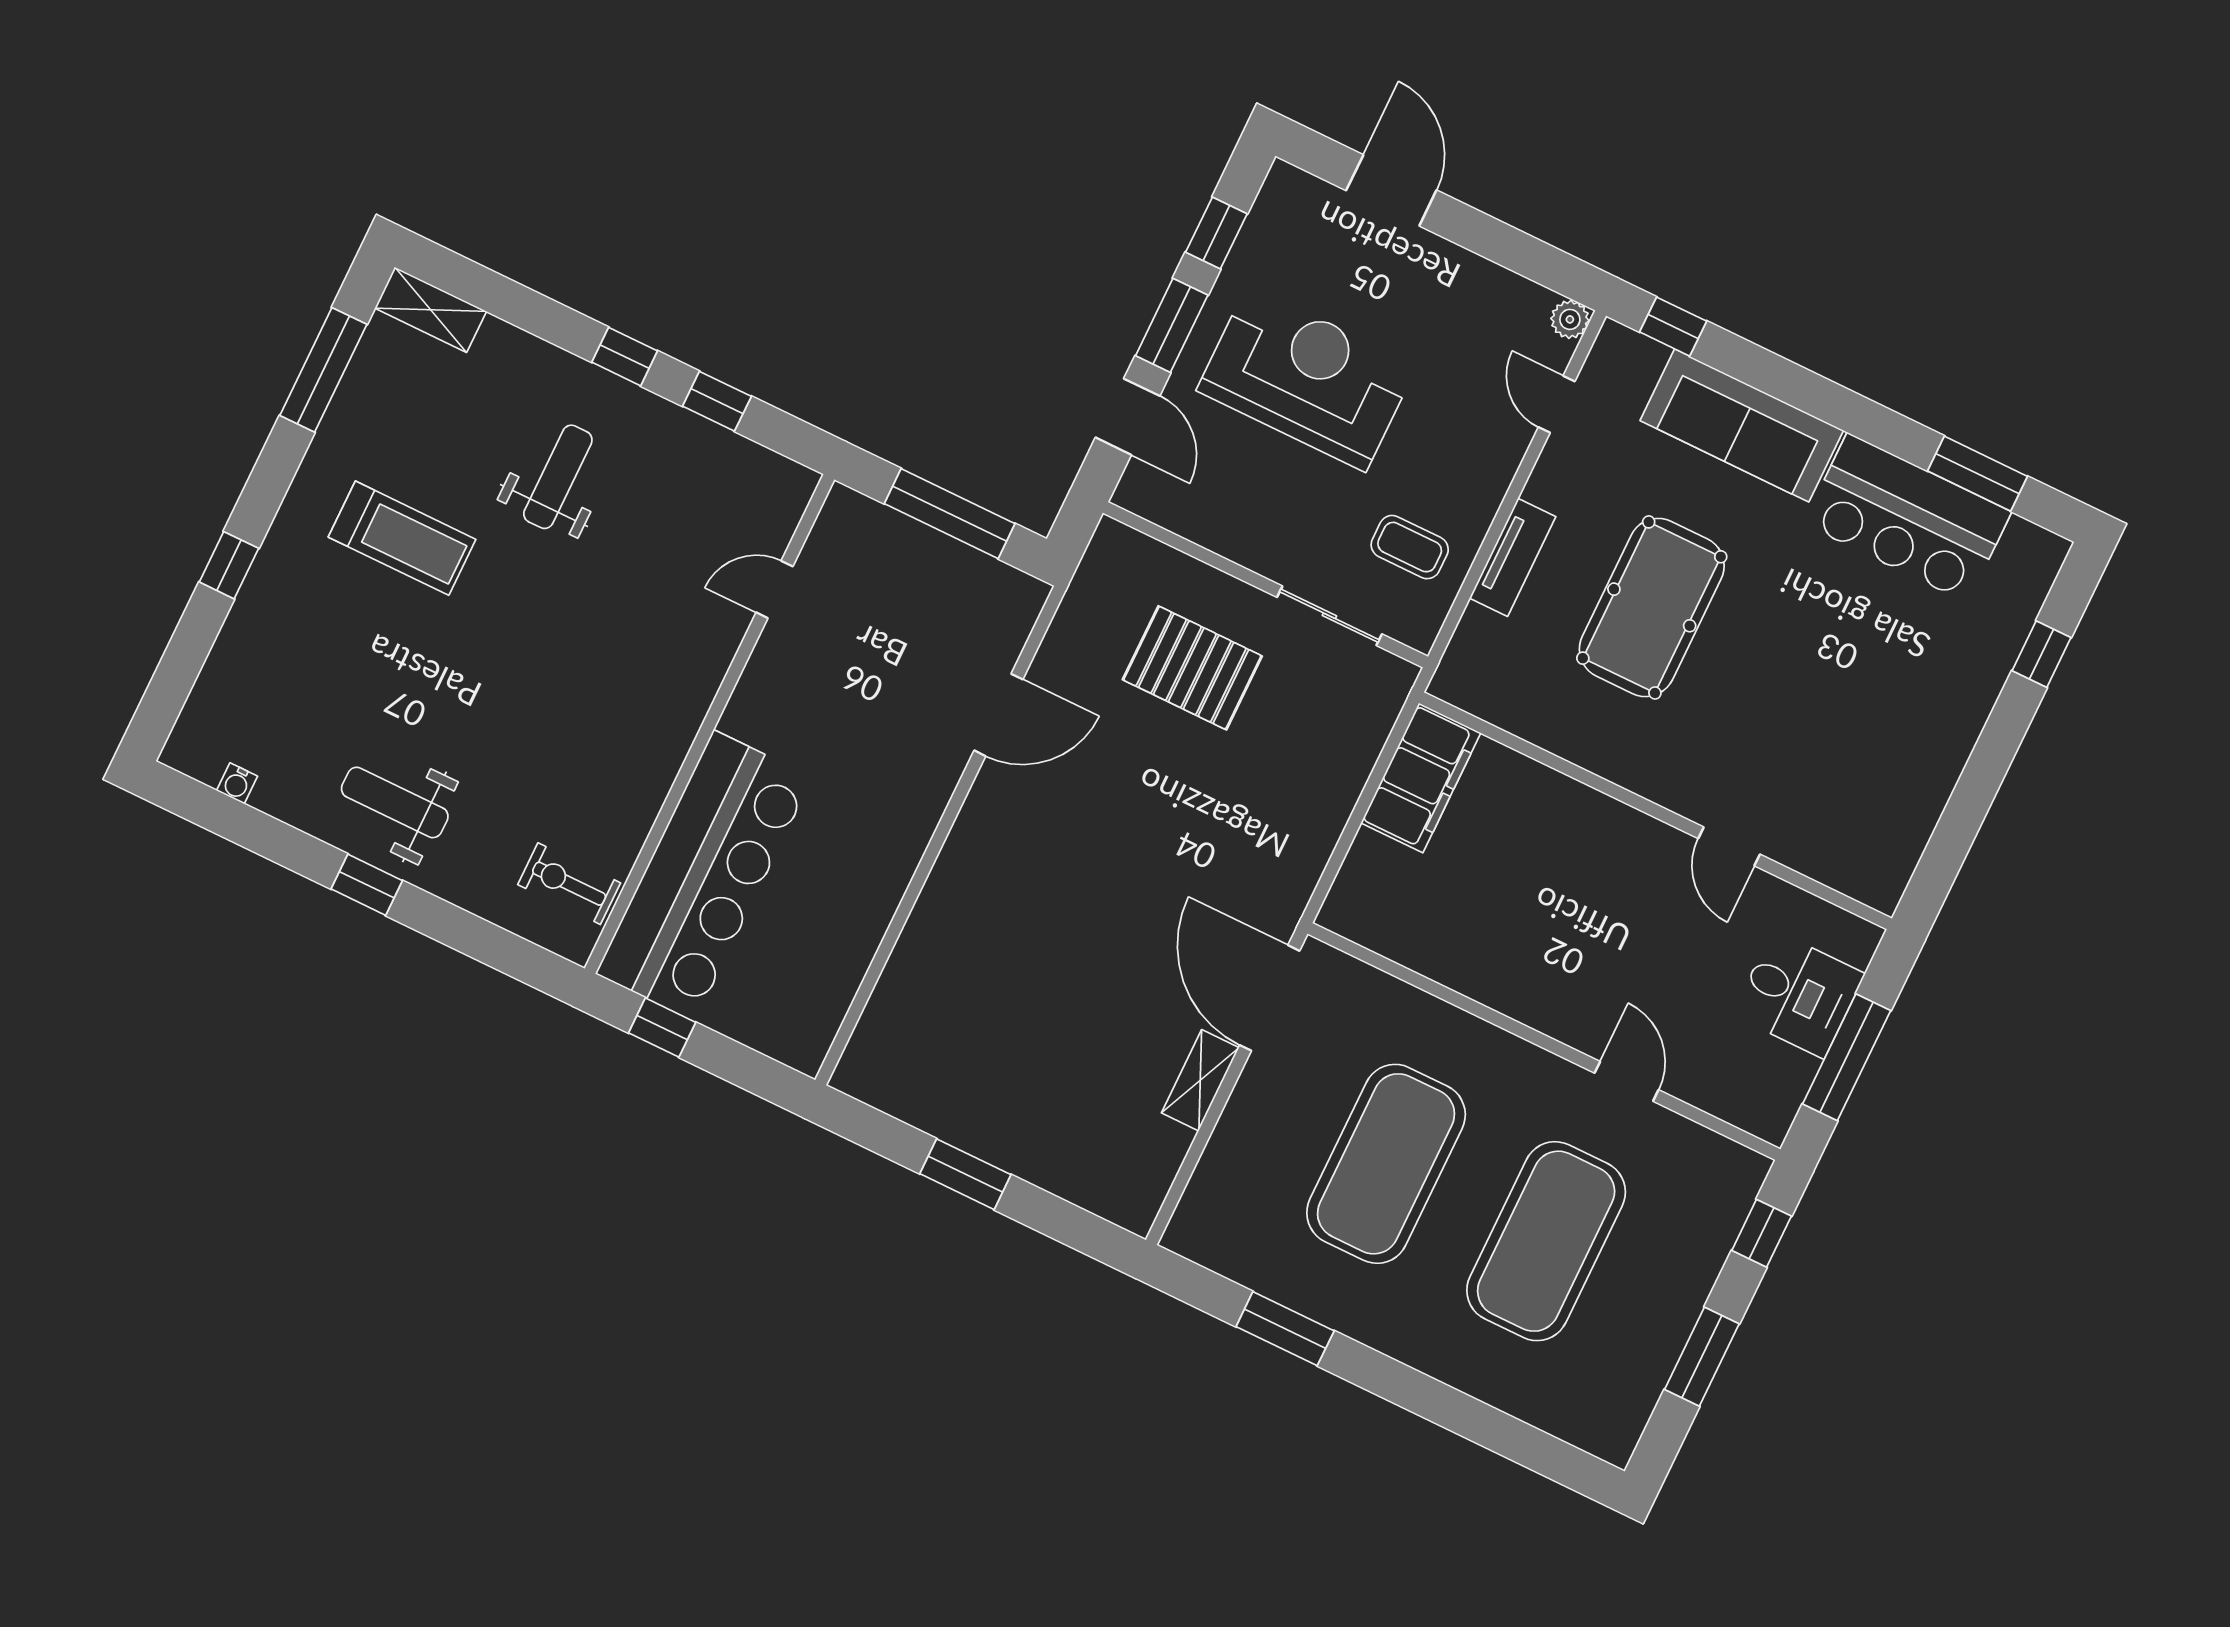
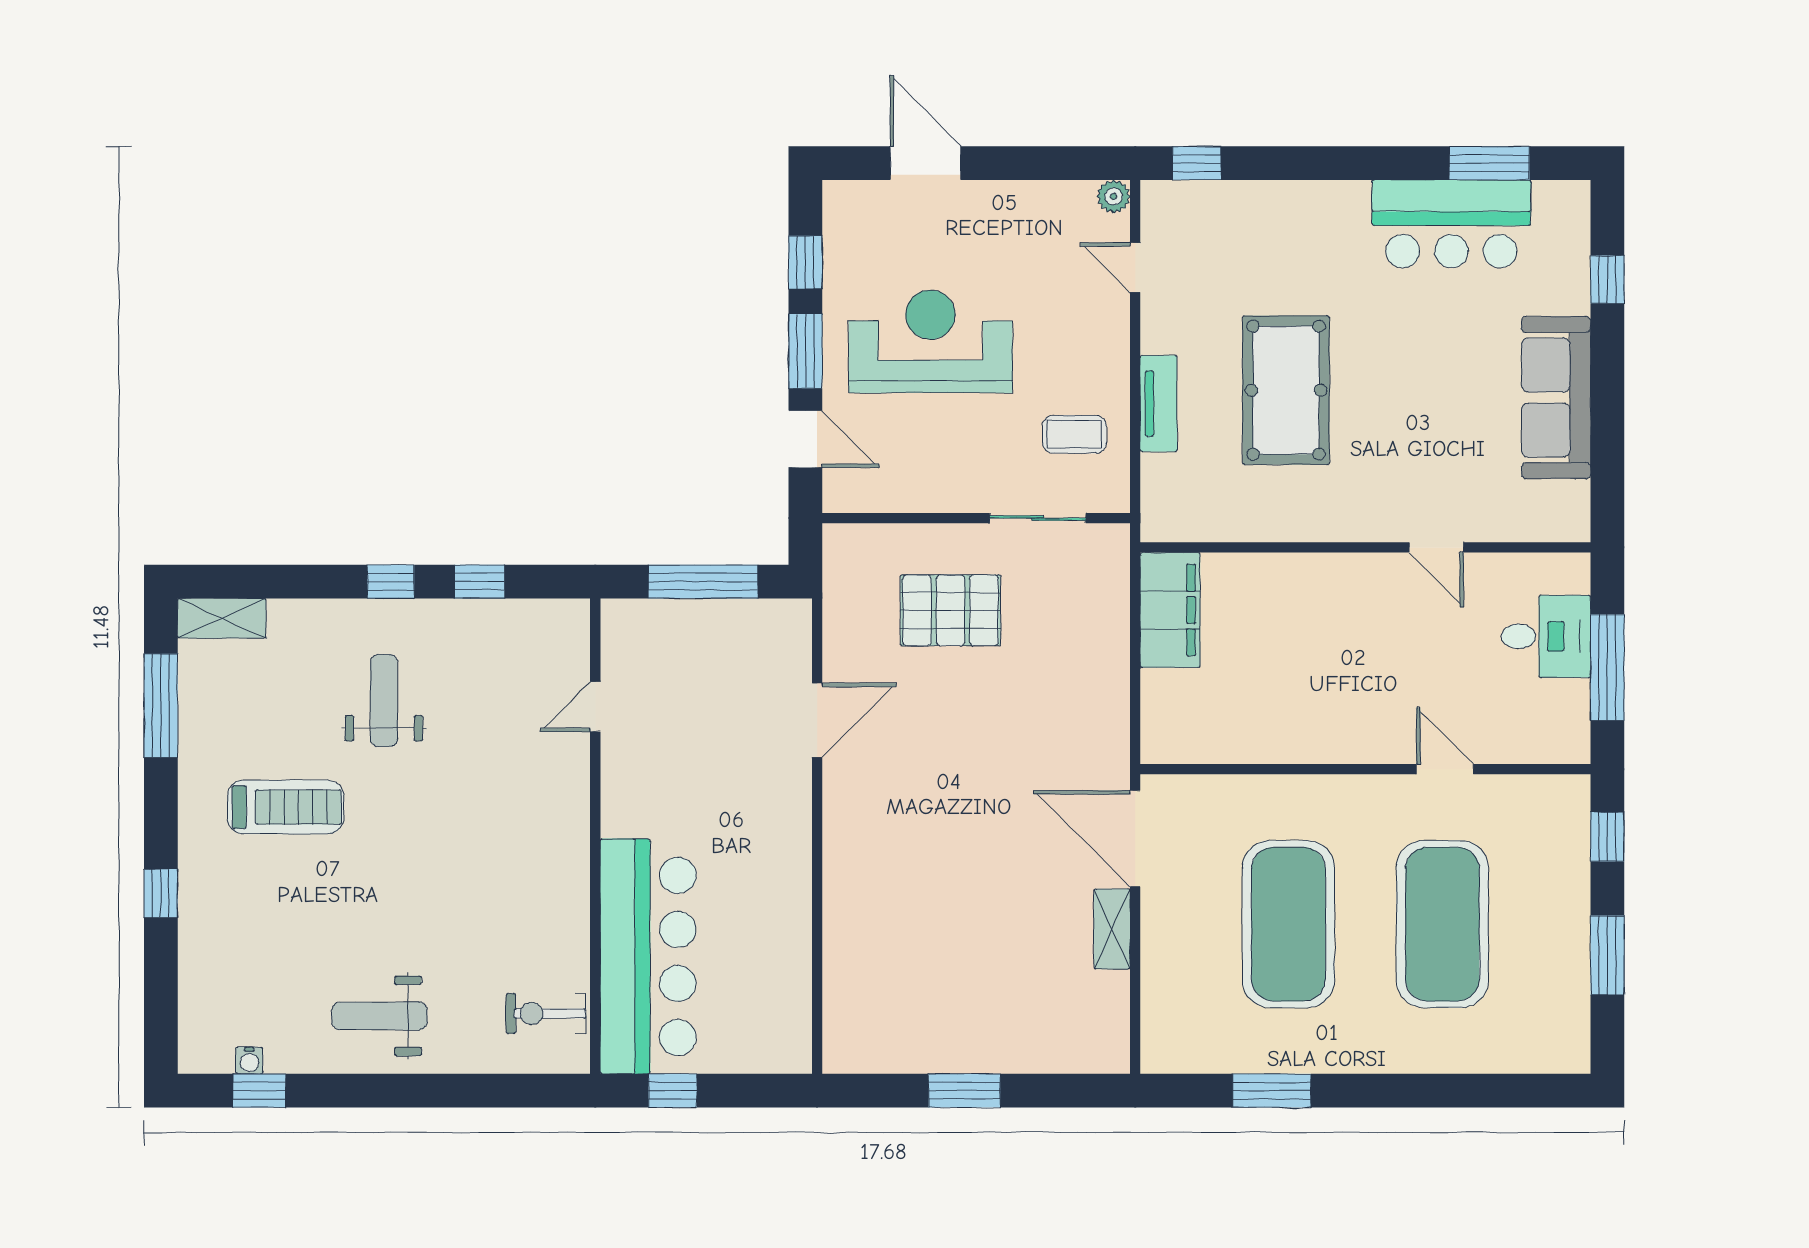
sofa: (1742, 425) -> (1556, 398), moved, turned 90
window: (367, 885) -> (259, 1091), moved

